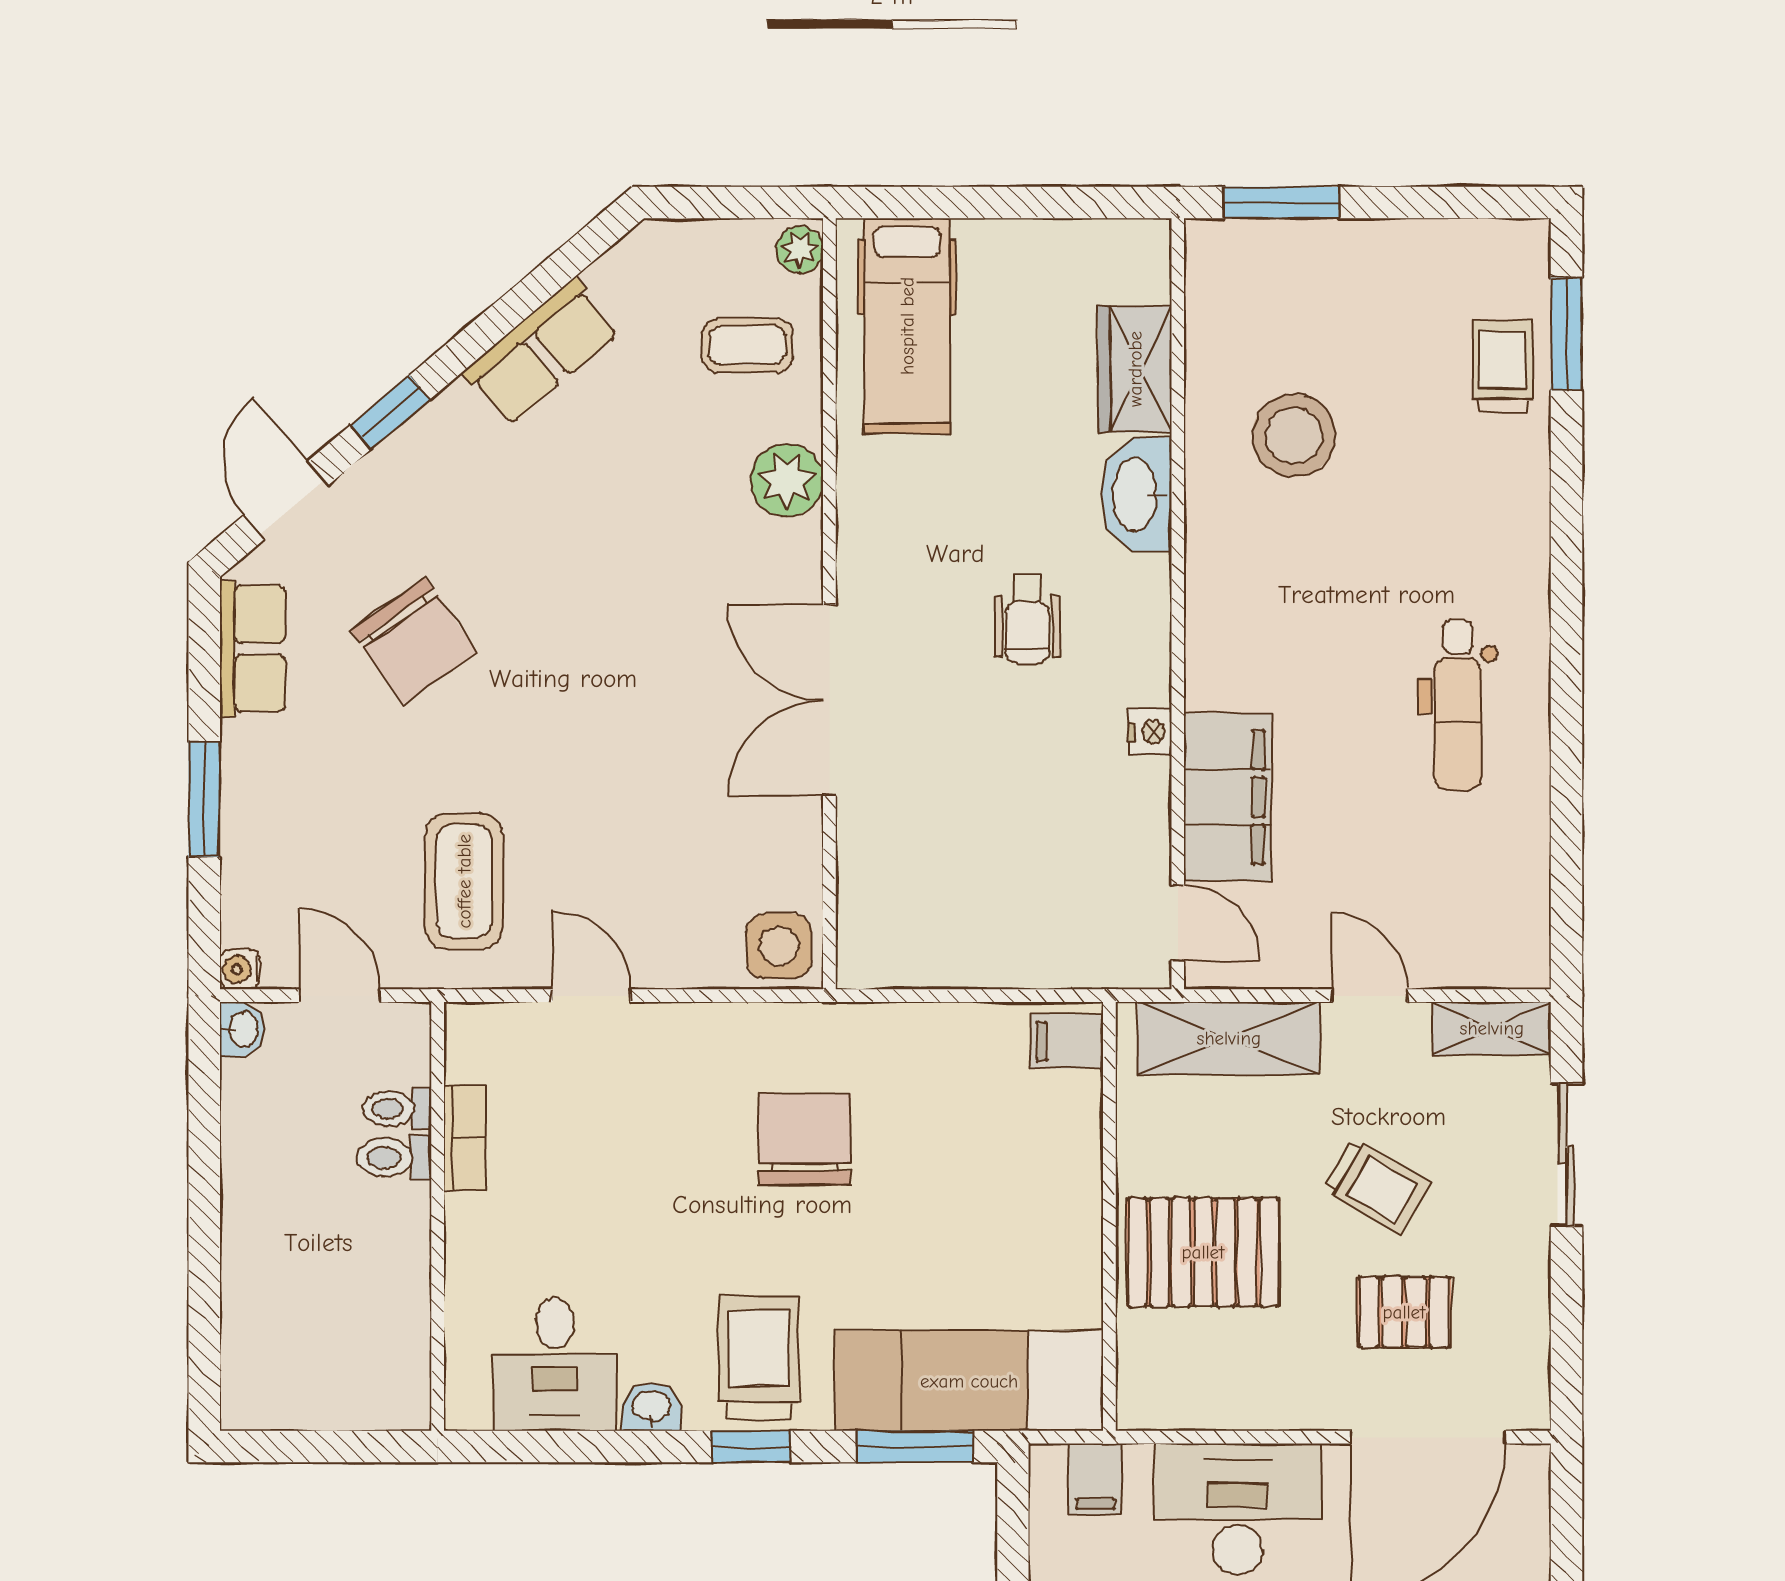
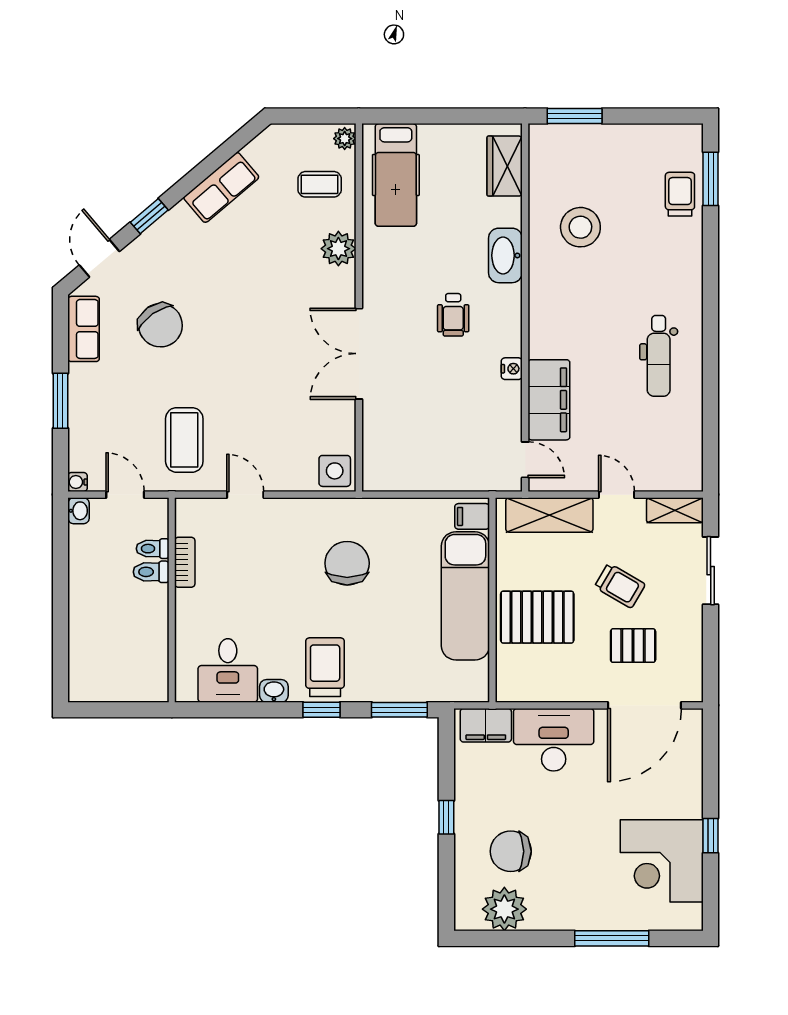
wardrobe: (1135, 369) -> (505, 166), moved
exam couch: (969, 1381) -> (465, 596), moved, turned -90
filing cabinet: (1096, 1479) -> (486, 725), width x2.00

